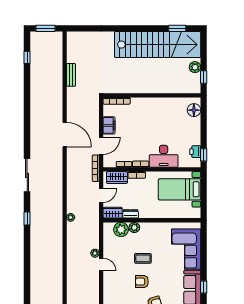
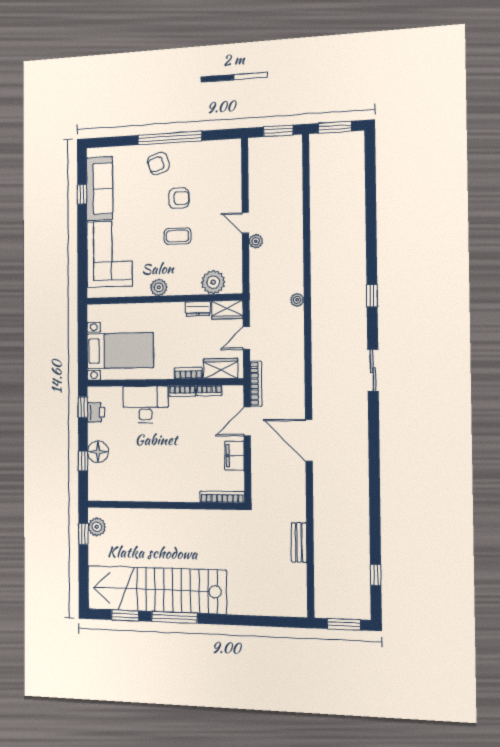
window: (146, 28) -> (174, 617), added
plant: (195, 67) -> (97, 527), moved
floor lamp: (194, 110) -> (98, 452), moved
window: (204, 122) -> (83, 461), added
sliding door: (27, 175) -> (373, 370), width x0.73
plant: (134, 227) -> (159, 287), moved

